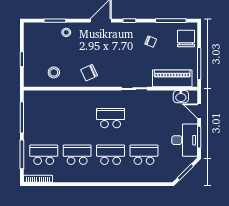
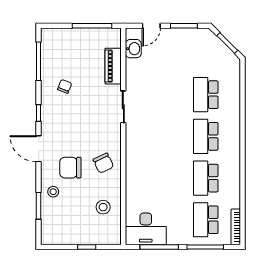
chair: (186, 38) -> (70, 168), moved
piano: (172, 78) -> (113, 66), width x0.73, depth x0.75
school desk: (111, 118) -> (160, 136), removed
desk: (185, 140) -> (146, 229), moved, turned 180

